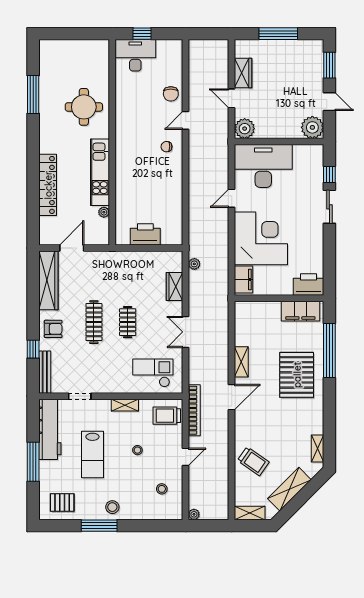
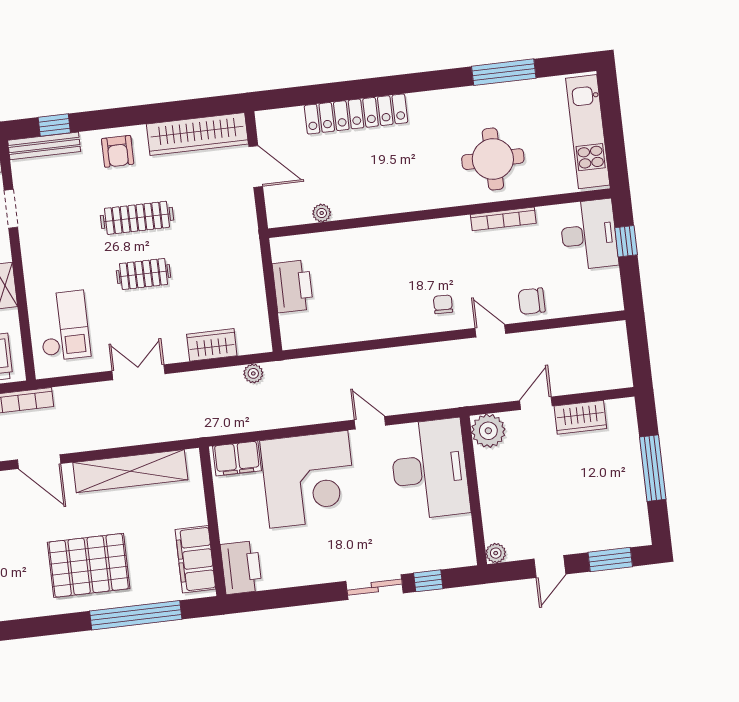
bookcase: (120, 105) -> (503, 219), added
plant: (312, 127) -> (496, 553), width x0.53, depth x0.53
kitchen unit: (100, 172) -> (588, 132), moved, turned -90
window: (33, 349) -> (54, 125), moved
shelving: (241, 362) -> (130, 471), width x2.20, depth x1.33

